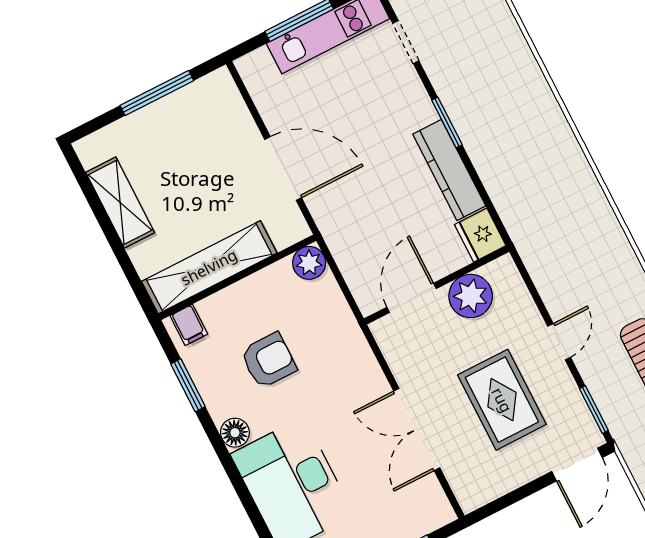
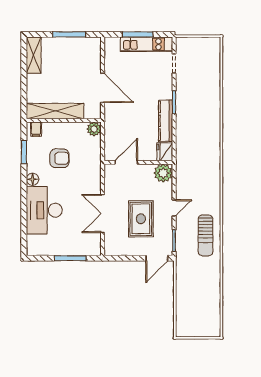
shelving: (120, 202) -> (34, 55), moved
plant: (471, 296) -> (163, 173), moved

